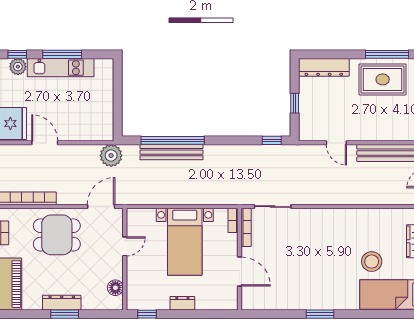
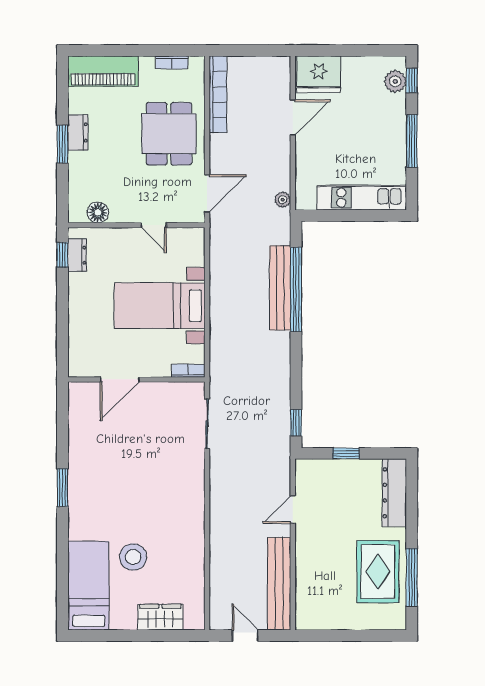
kitchen unit: (61, 68) -> (362, 198), moved, turned 90
plant: (111, 156) -> (283, 200), width x0.53, depth x0.53
door: (101, 207) -> (207, 193), hinge flipped
bookcase: (246, 227) -> (179, 388), removed
dresser: (62, 303) -> (78, 132), width x0.70
dresser: (182, 303) -> (77, 255), moved

